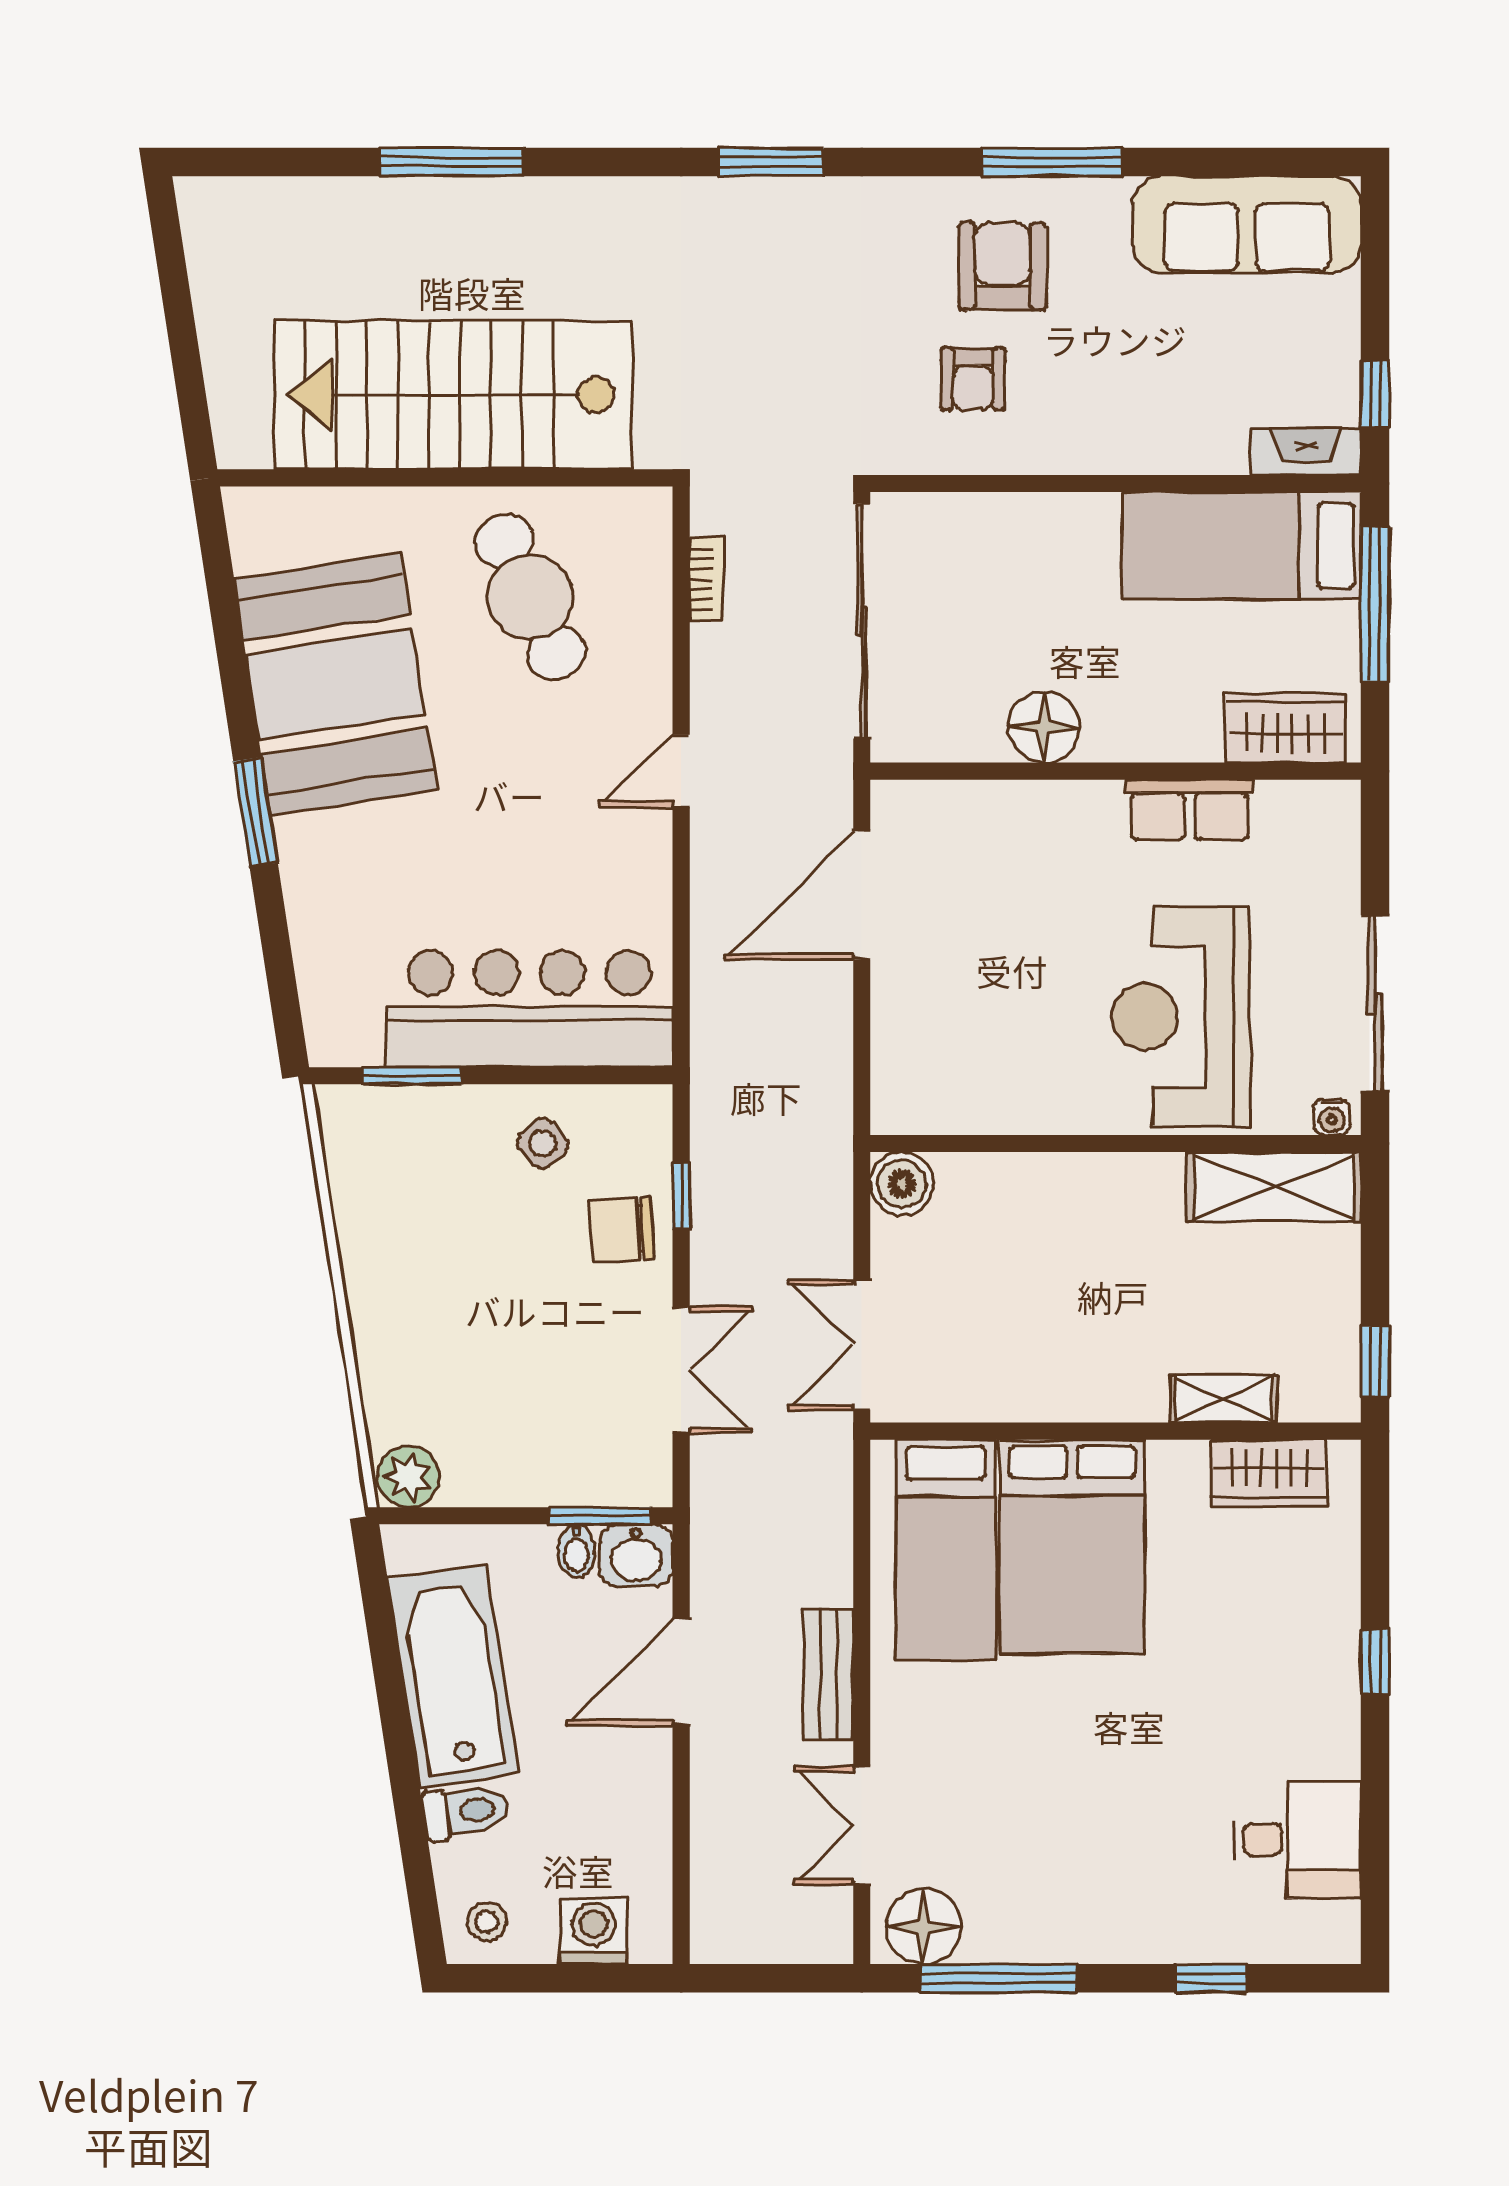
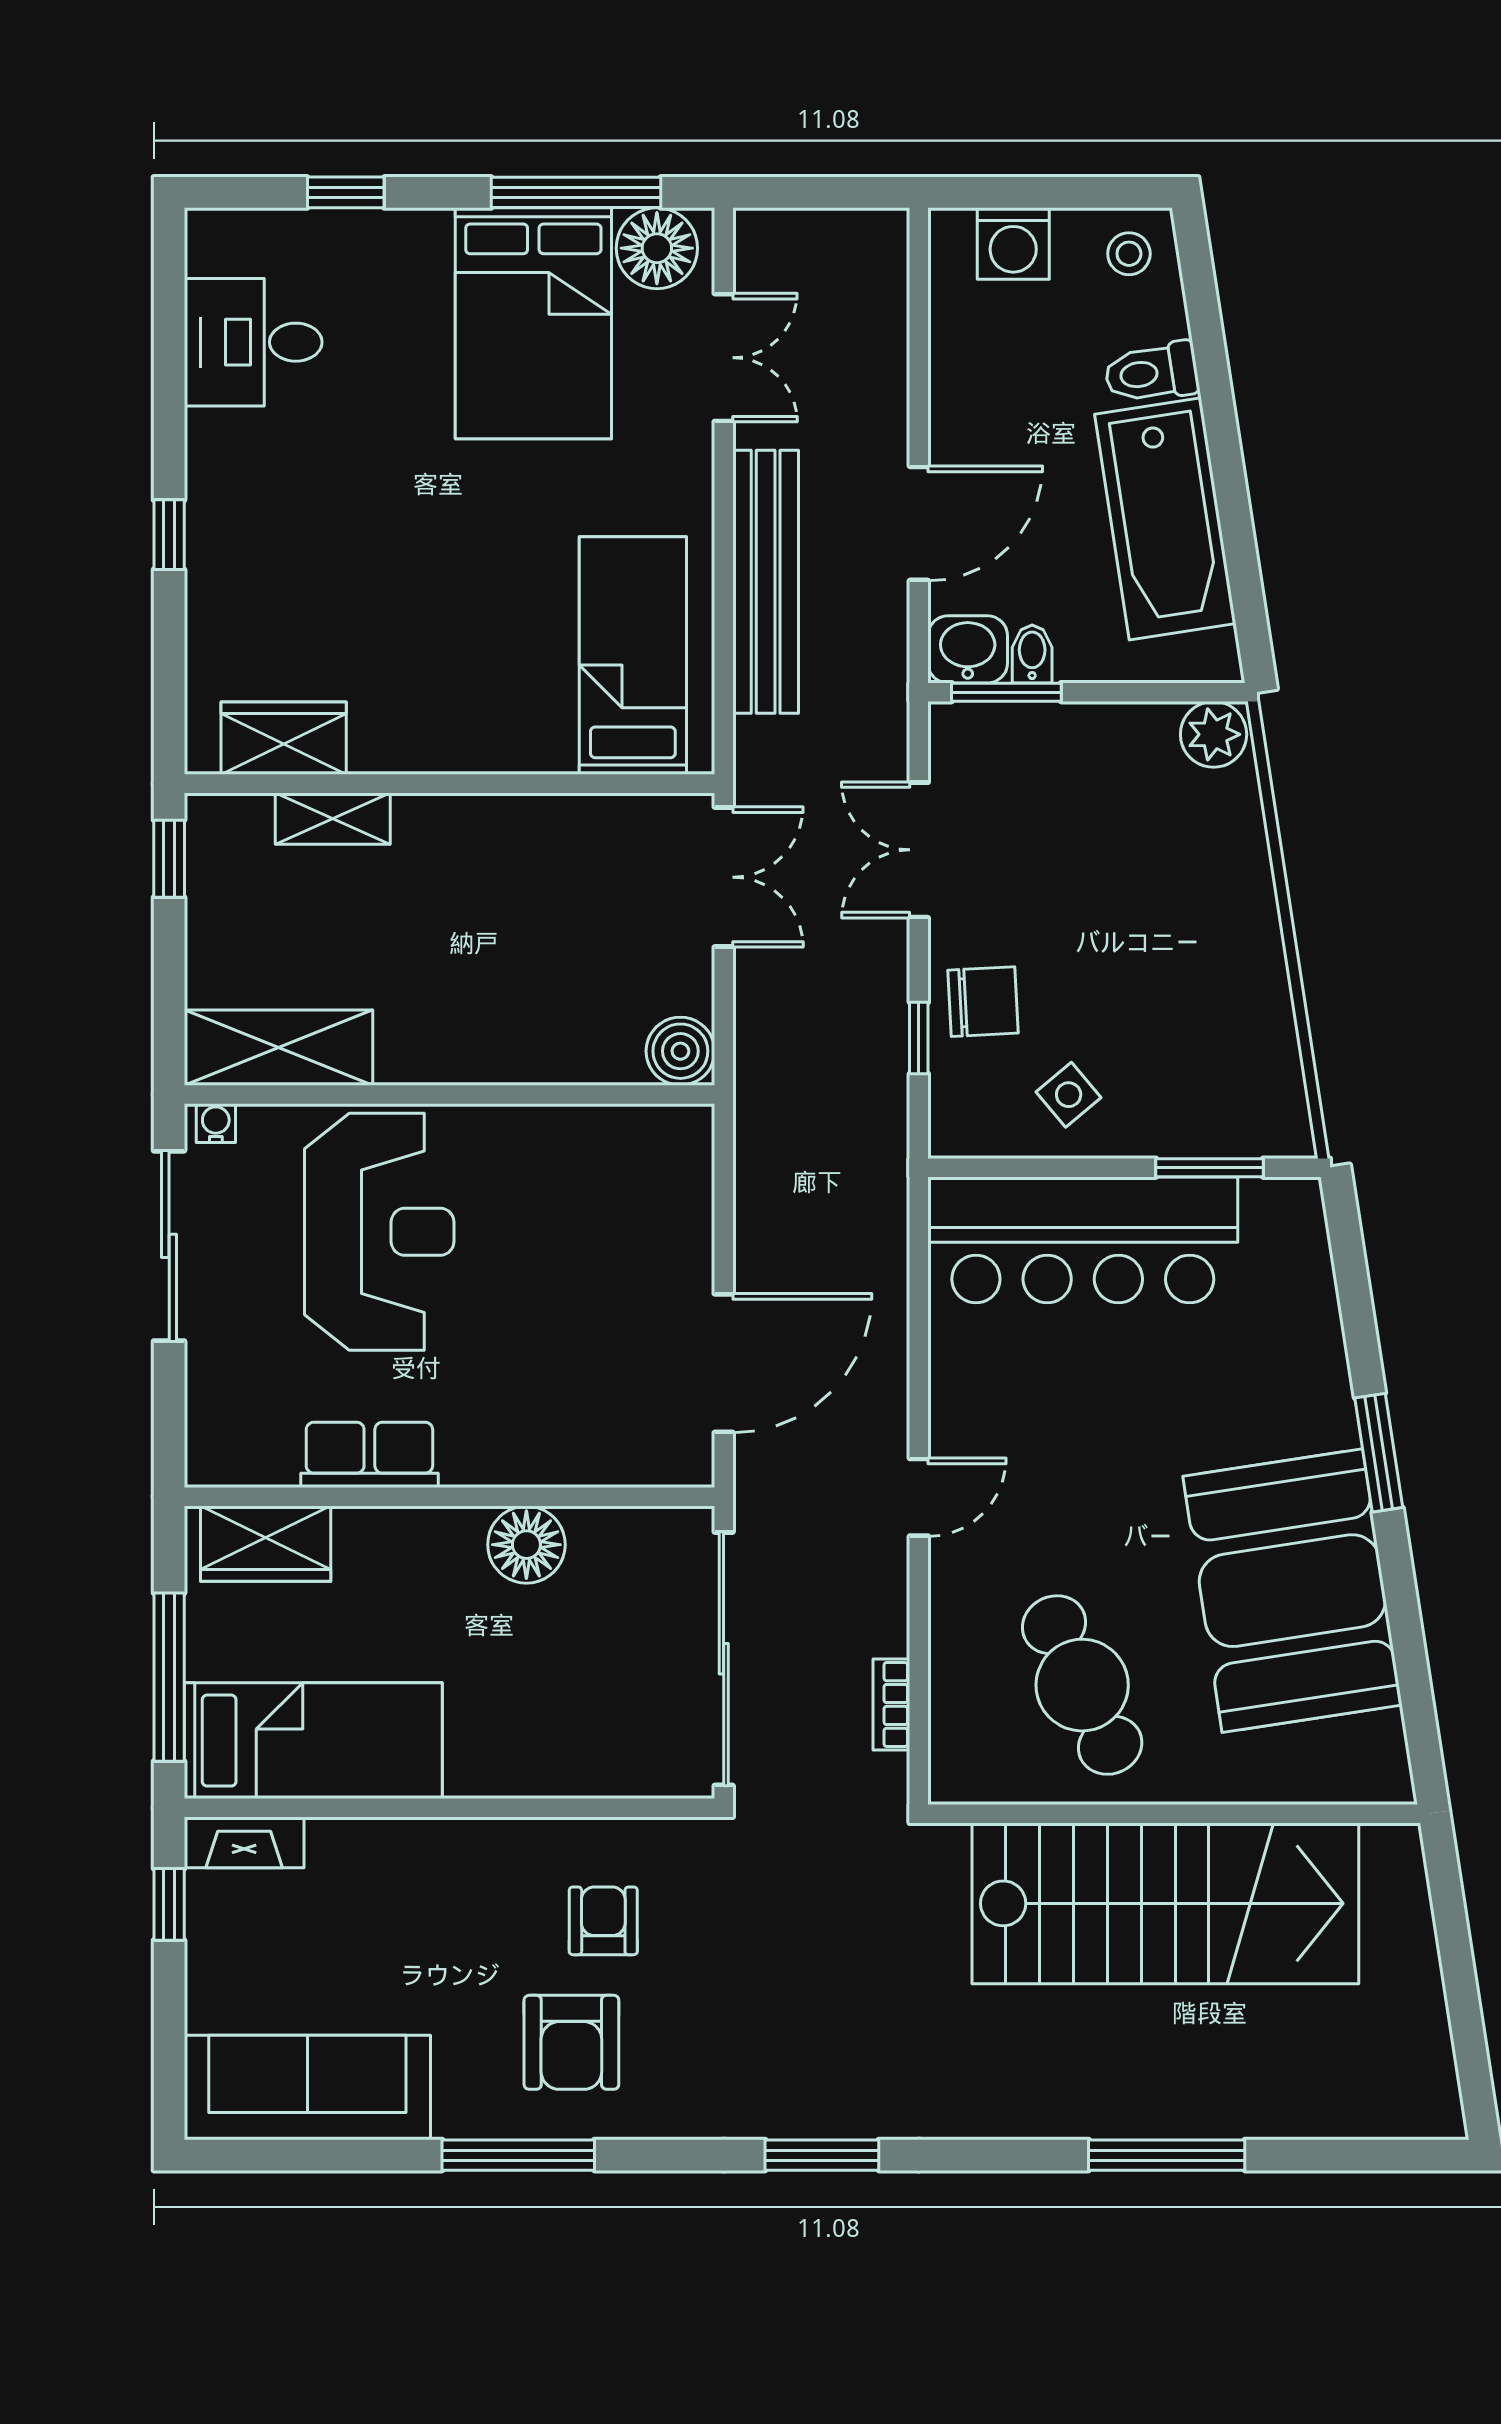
bed: (1072, 1547) -> (533, 323), moved, turned 180
bench: (828, 1674) -> (766, 582), width x1.86, depth x1.21

